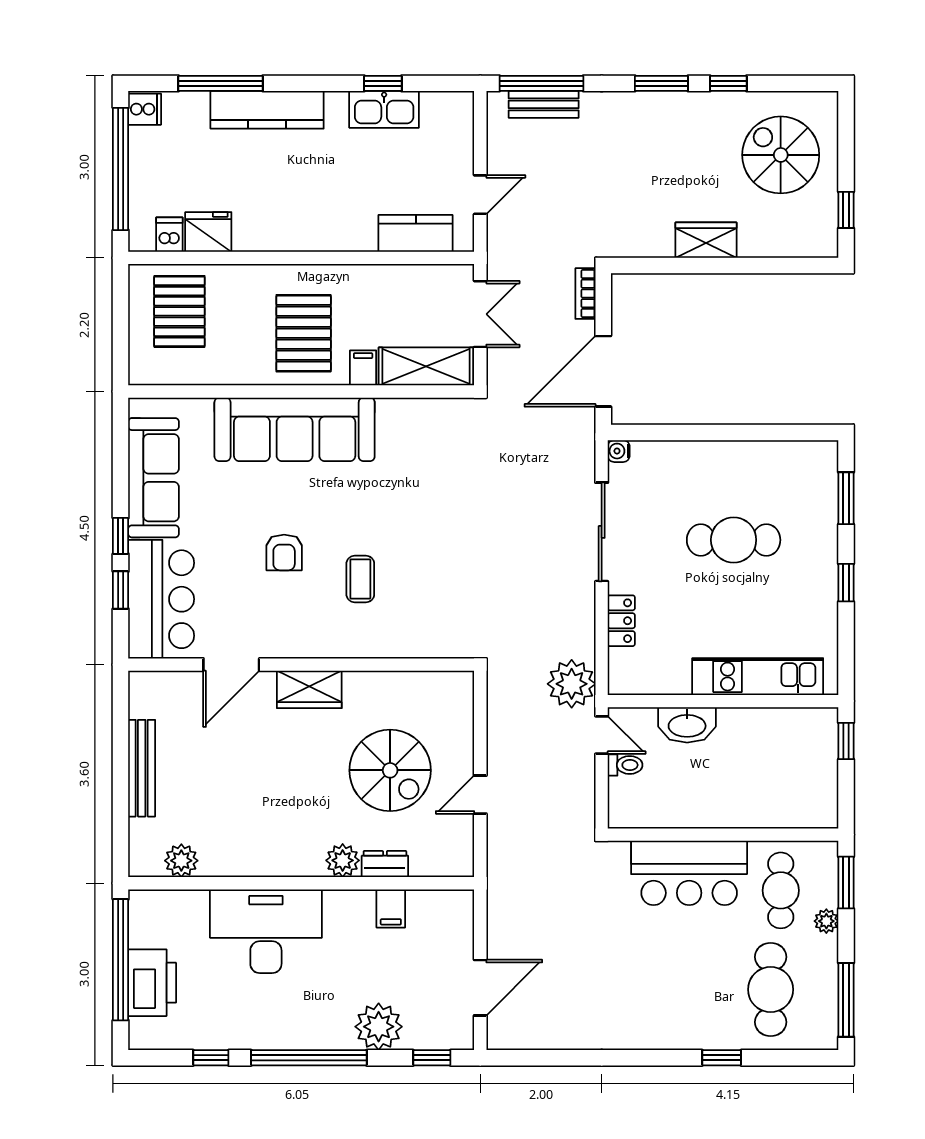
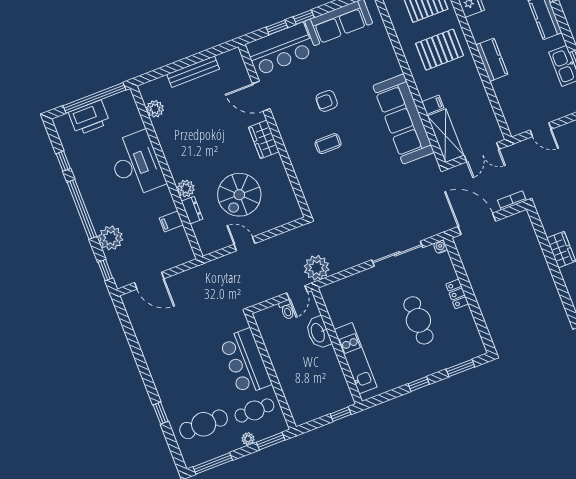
kitchen counter: (416, 233) -> (492, 60), moved
pallet: (304, 333) -> (440, 50), moved
sofa: (295, 429) -> (403, 119), moved
locker: (621, 621) -> (457, 294), moved, turned 90

